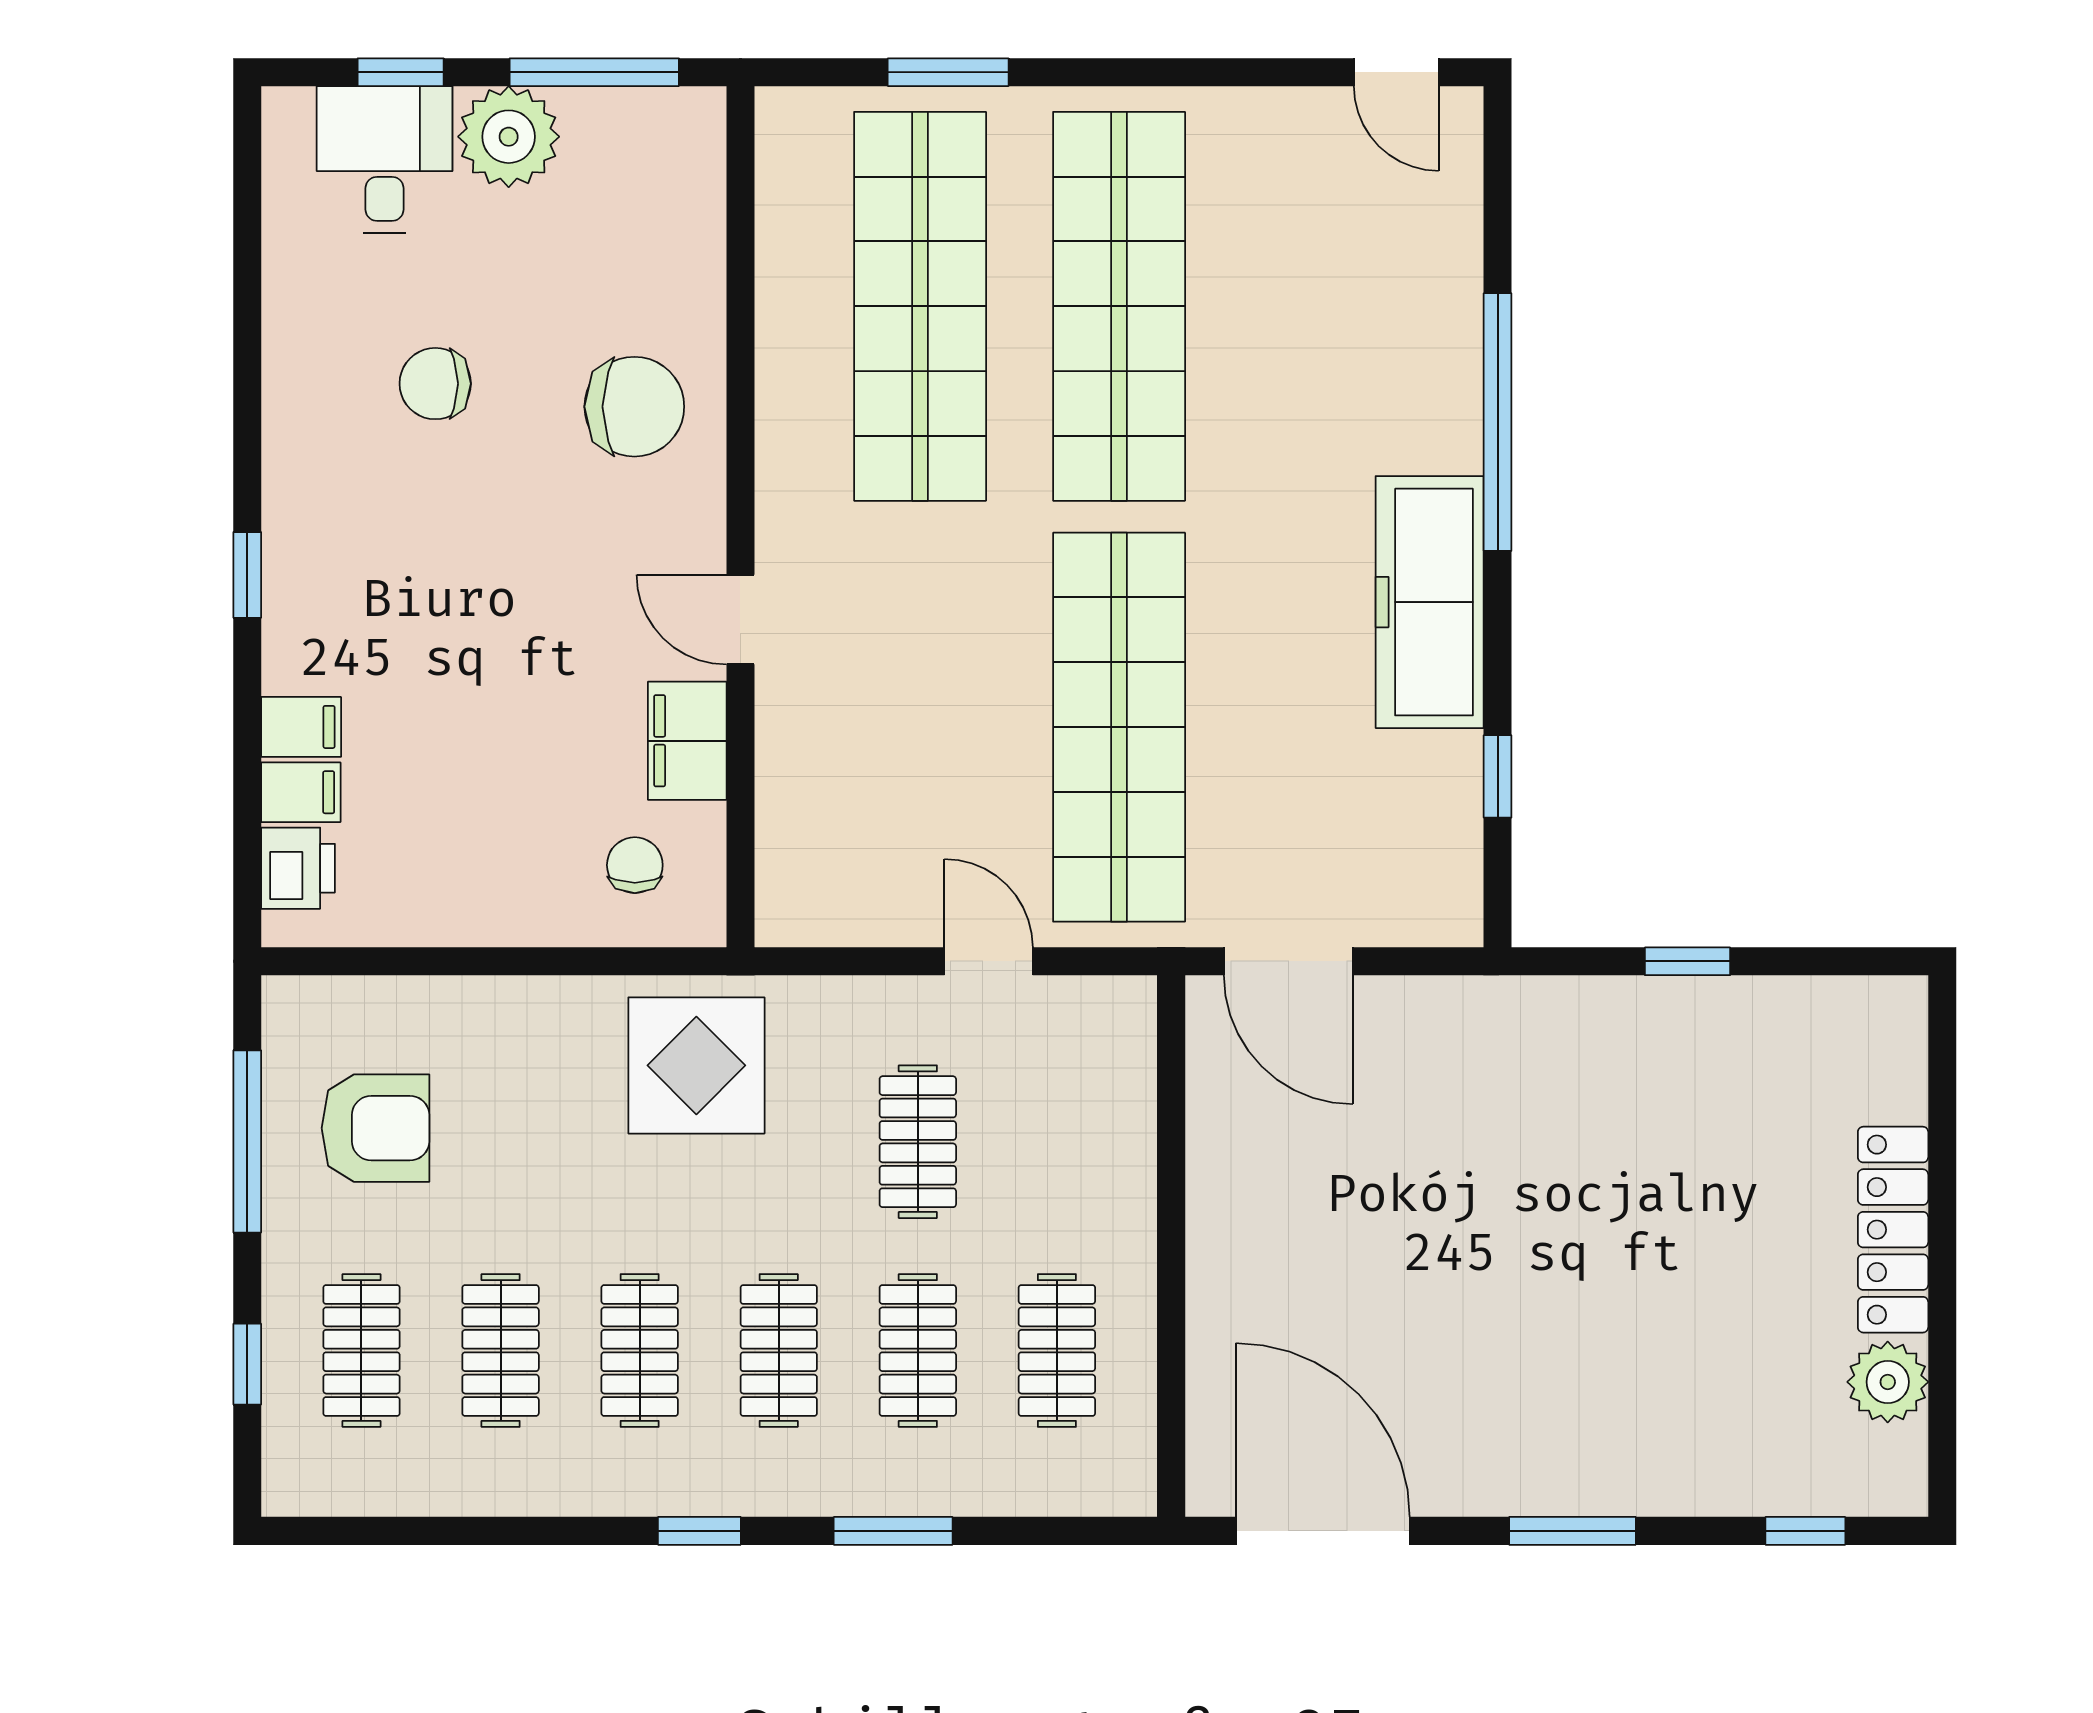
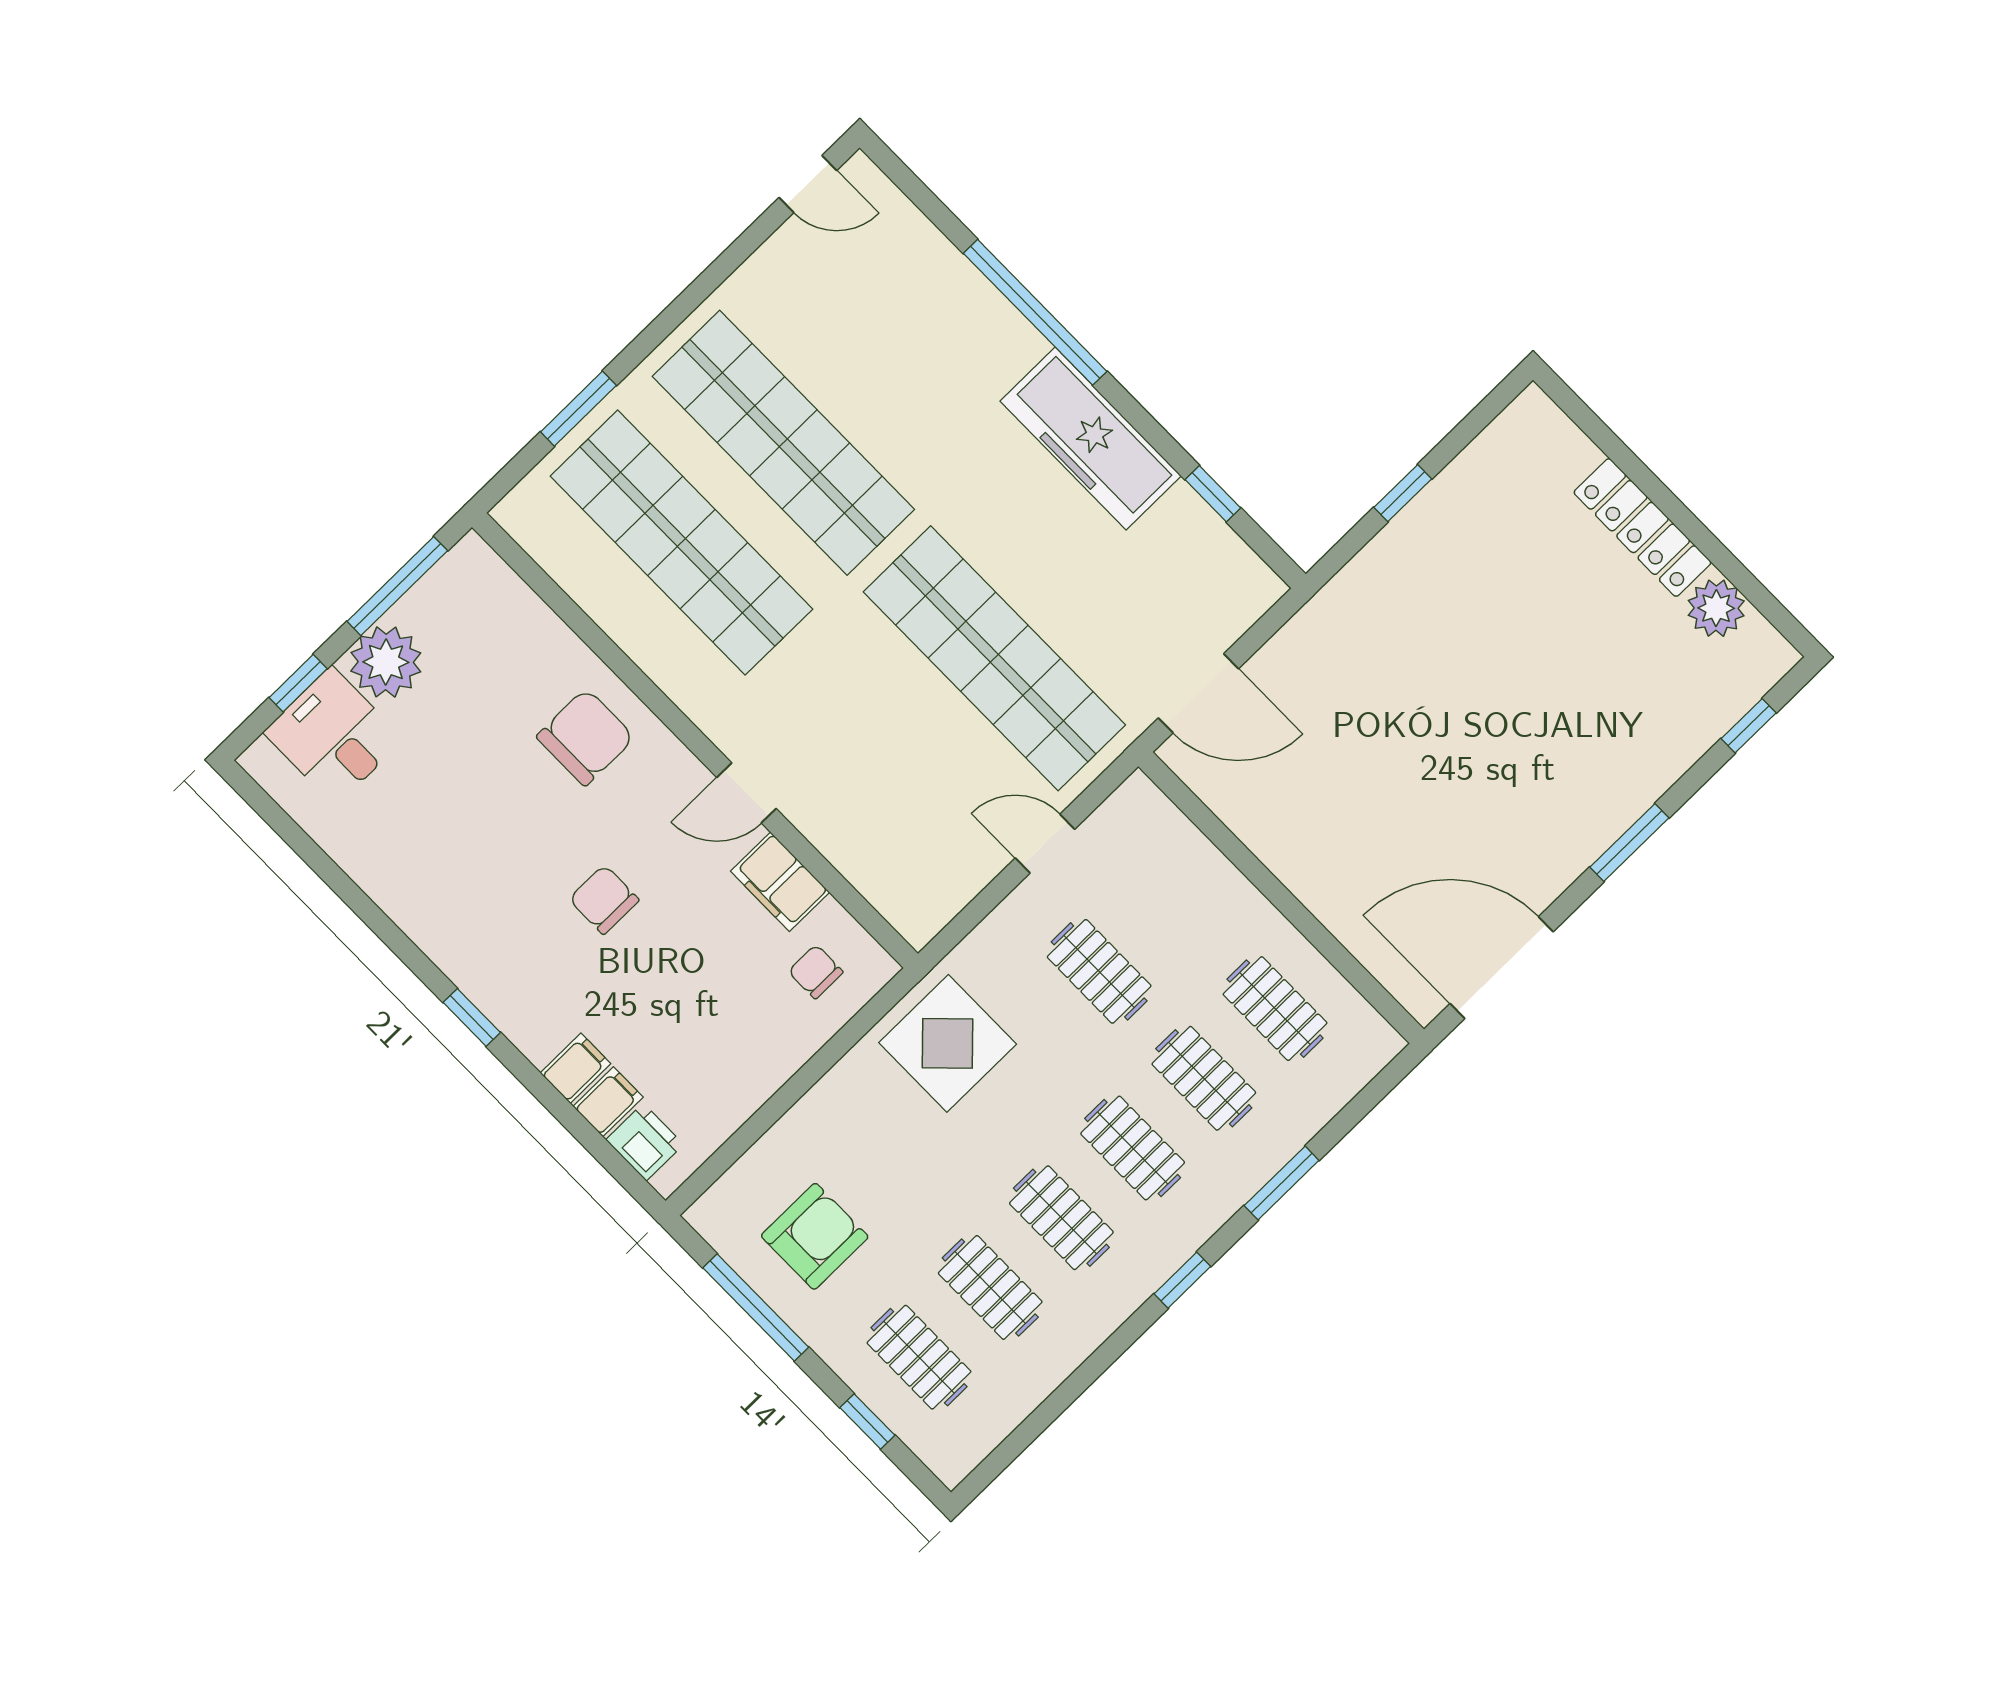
chair: (435, 384) -> (604, 900), moved, turned 90

